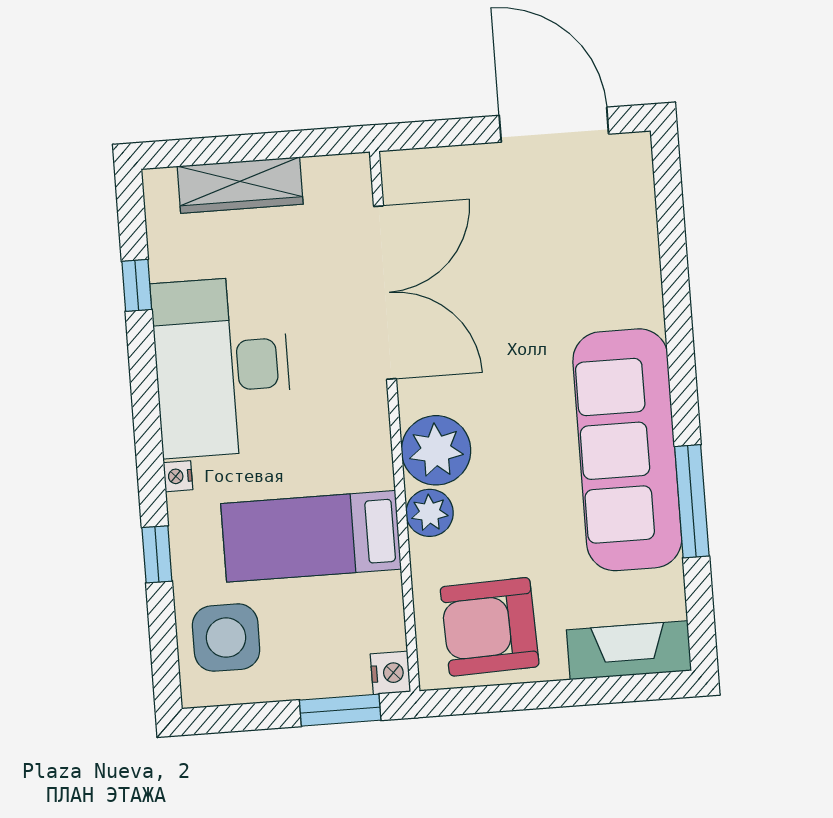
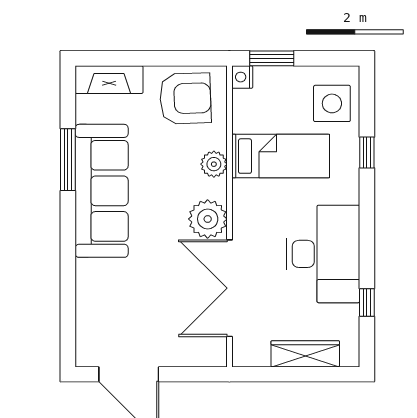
plant: (436, 450) -> (208, 219), moved
nightstand: (178, 476) -> (352, 195), removed

